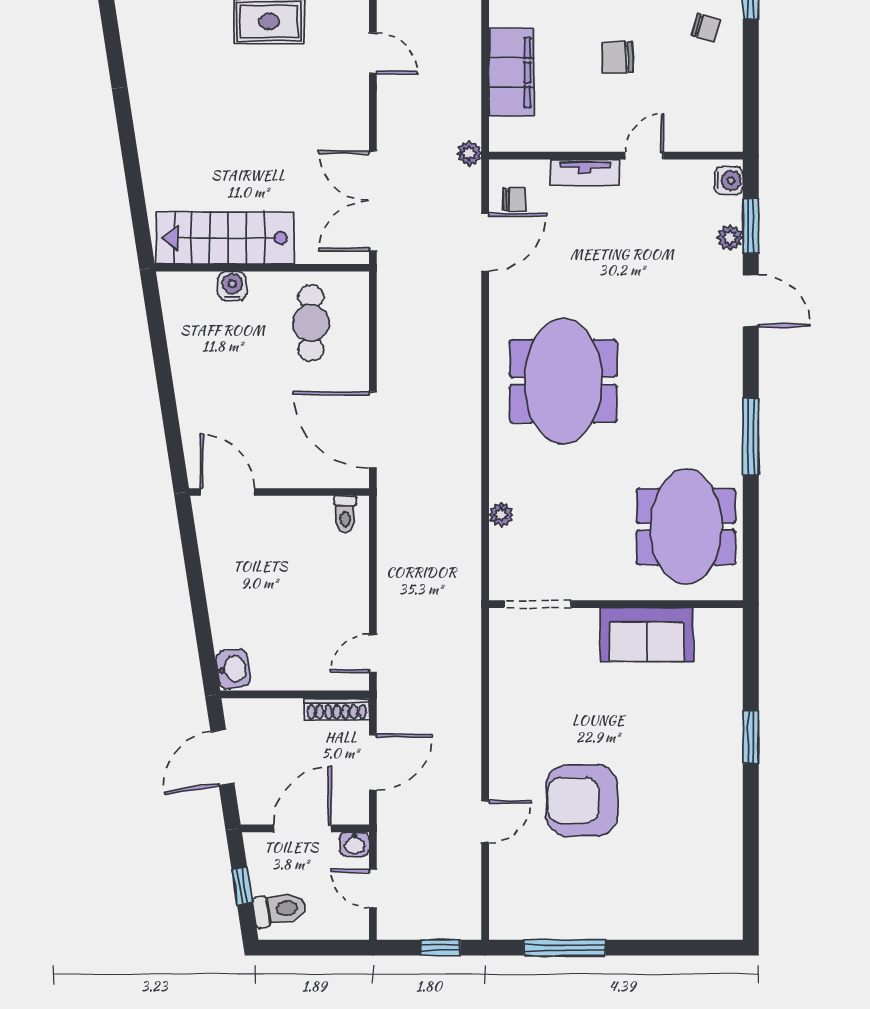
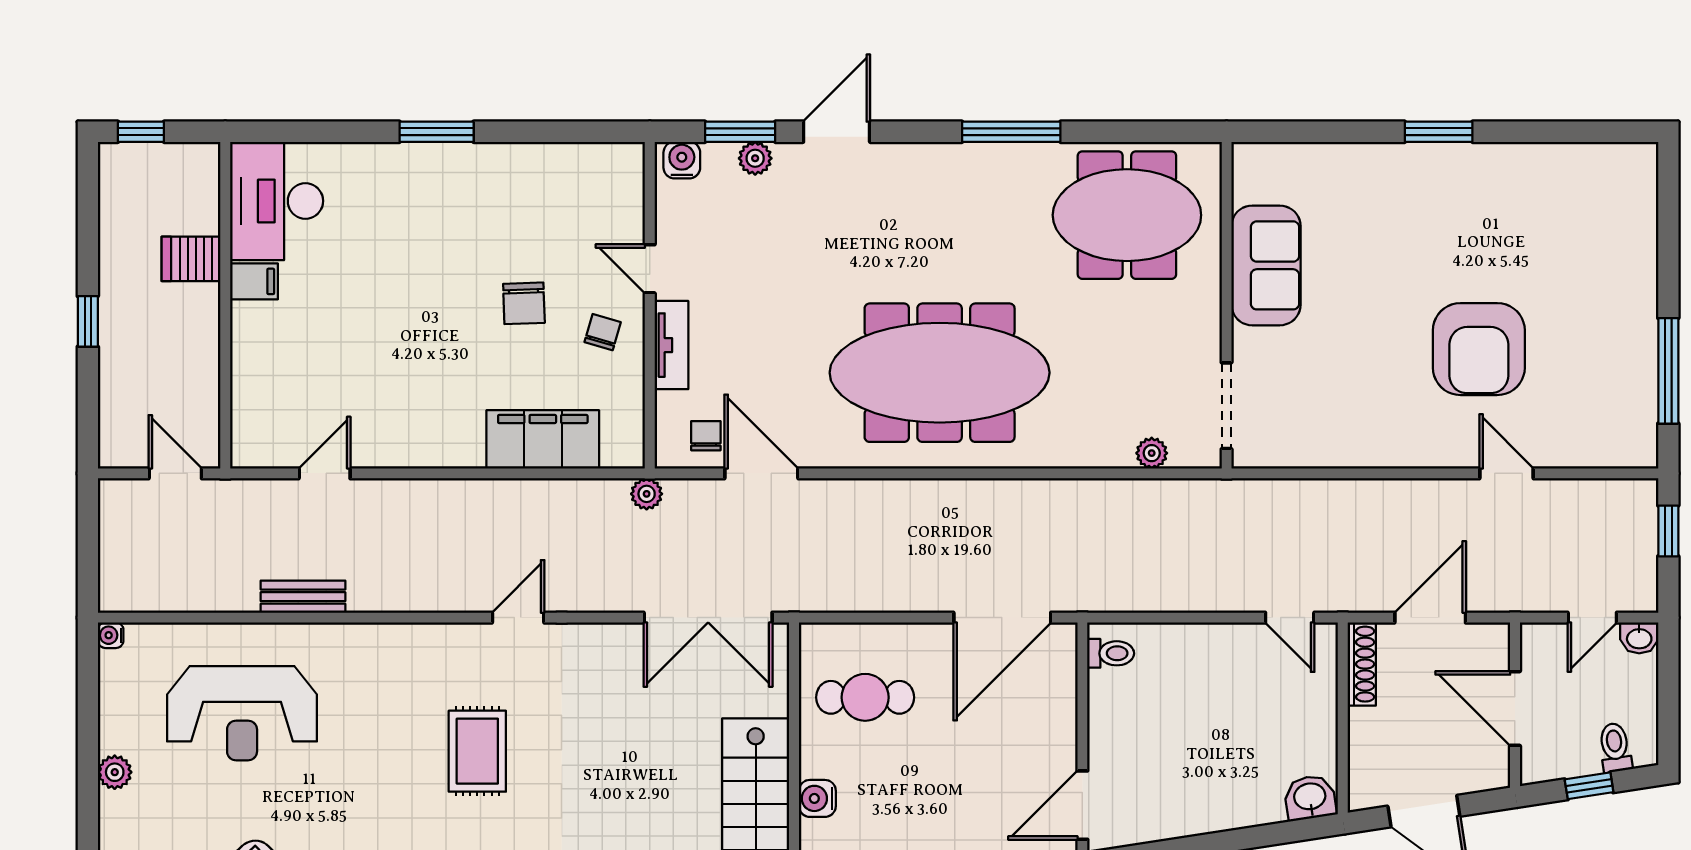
chair: (706, 27) -> (603, 332), moved
meeting table: (563, 381) -> (940, 373), width x1.36
plant: (501, 515) -> (1152, 453), moved
window: (751, 737) -> (1439, 132), moved
door: (373, 762) -> (1430, 618), hinge flipped
washbasin: (354, 844) -> (1639, 638), moved, turned 90
toilet: (280, 909) -> (1615, 748), width x0.73, depth x0.72

